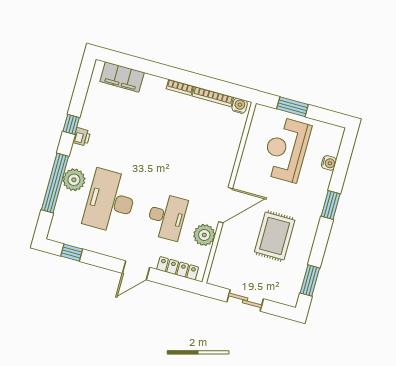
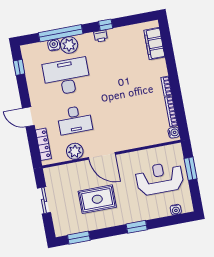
water cooler: (329, 163) -> (176, 210), moved
water cooler: (65, 198) -> (54, 45), added

